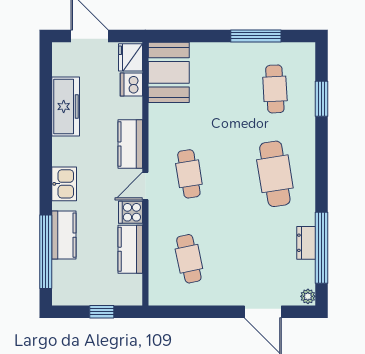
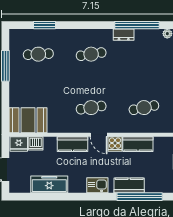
cafe table: (275, 174) -> (91, 54), width x0.73, depth x0.74
dresser: (306, 243) -> (124, 35), moved

